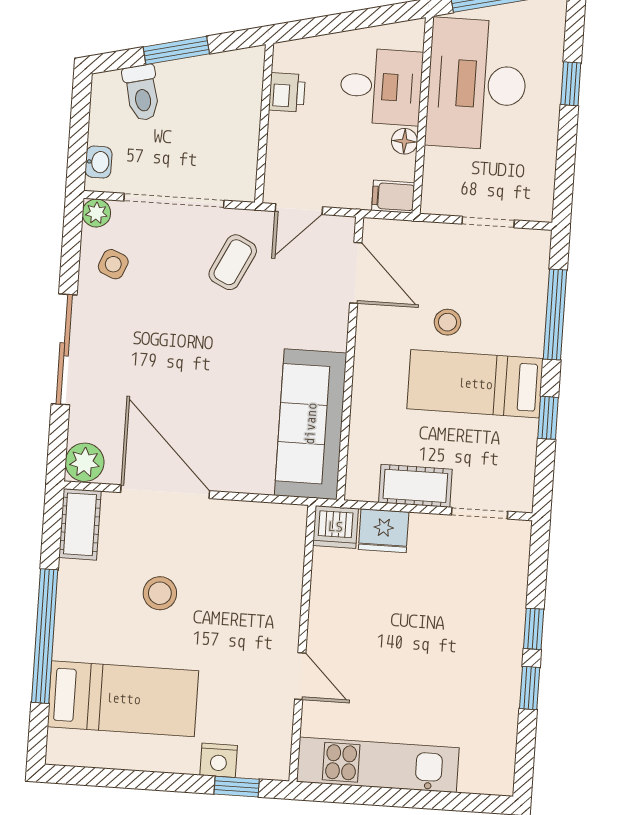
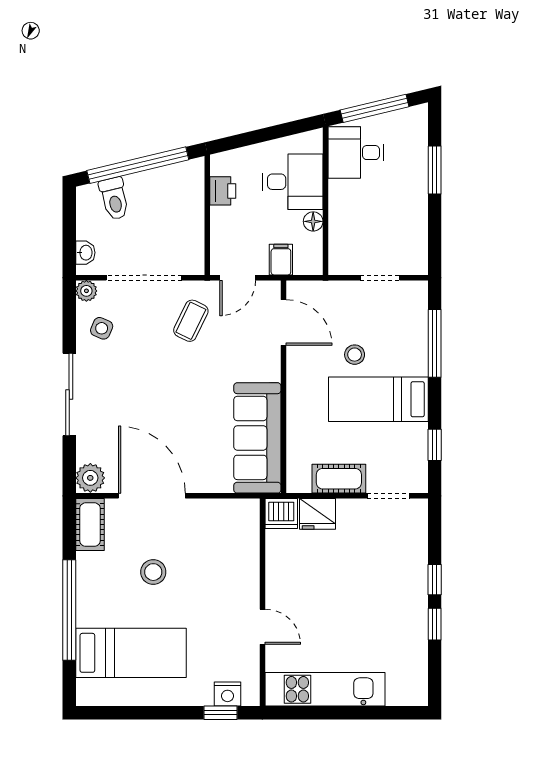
window: (176, 50) -> (138, 165), width x2.11
desk: (477, 84) -> (356, 153), width x0.53, depth x0.77
window: (571, 84) -> (435, 170), width x1.50
filing cabinet: (393, 197) -> (281, 260), moved, turned 90
window: (548, 418) -> (435, 445), moved
nightstand: (219, 760) -> (228, 694), moved

